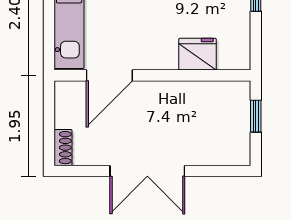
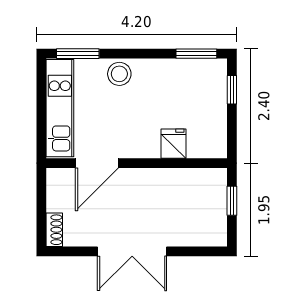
fridge: (198, 54) -> (173, 144), width x0.72

